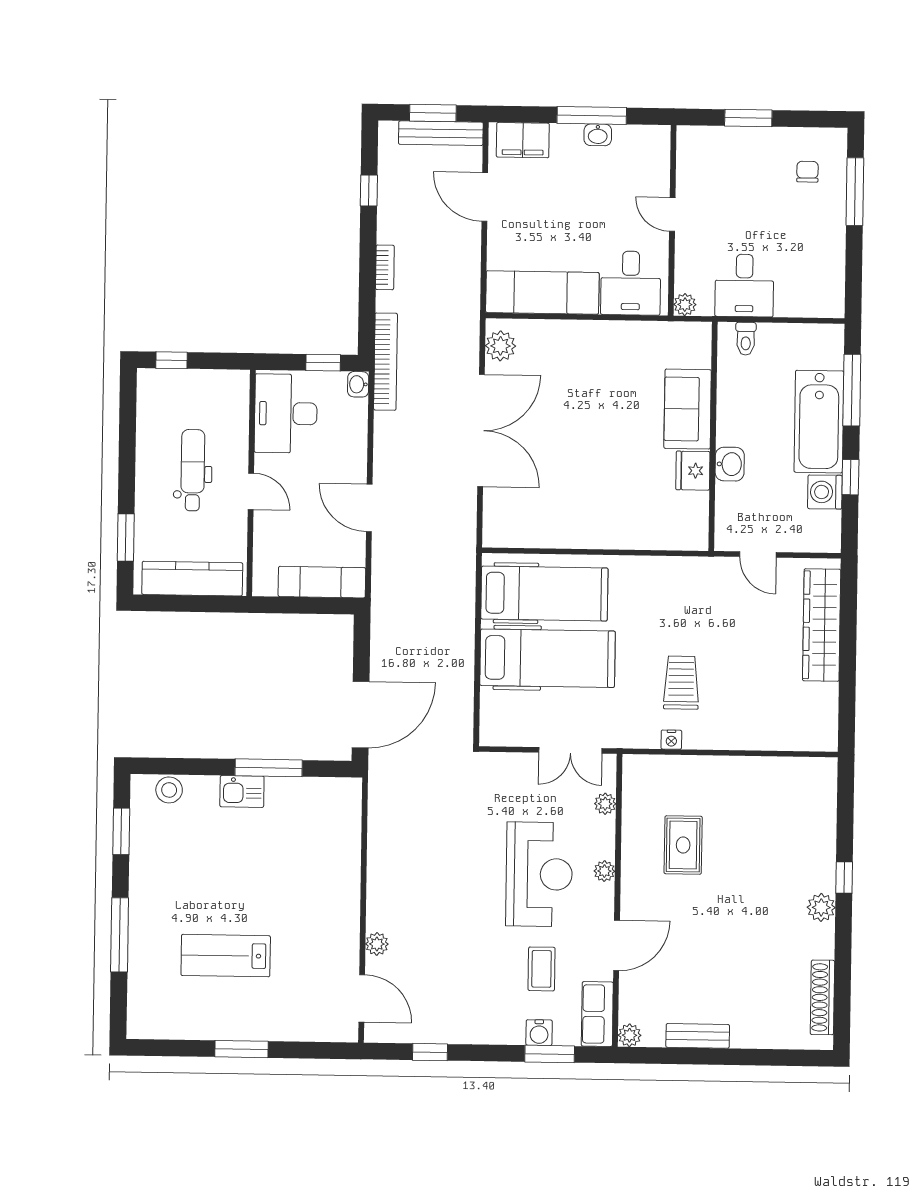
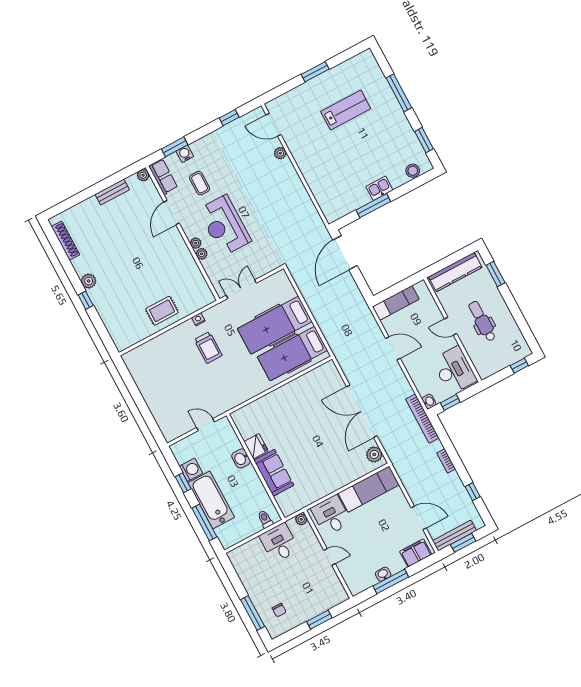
dental chair: (193, 470) -> (482, 321), turned 180
wardrobe: (822, 625) -> (159, 409), removed
plant: (605, 804) -> (202, 254), moved
rug: (683, 845) -> (162, 311), moved, turned 90

